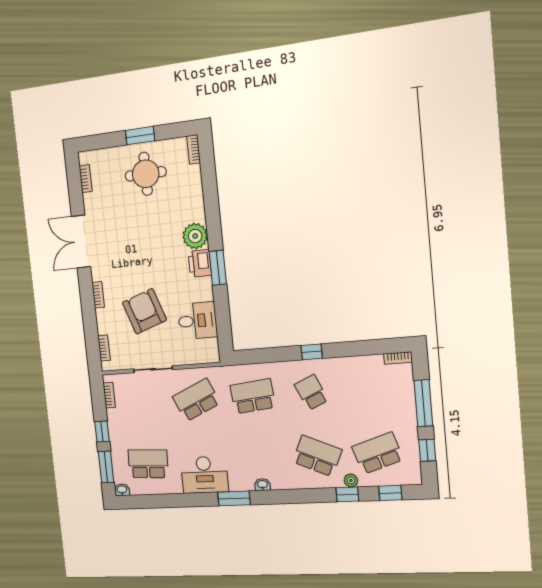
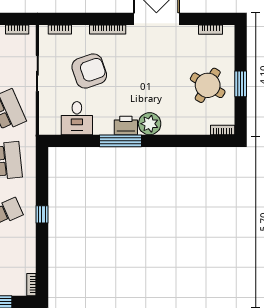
round table: (146, 174) -> (208, 85), turned 31
window: (218, 268) -> (121, 141), width x1.44
bookcase: (98, 295) -> (108, 30), width x1.56

